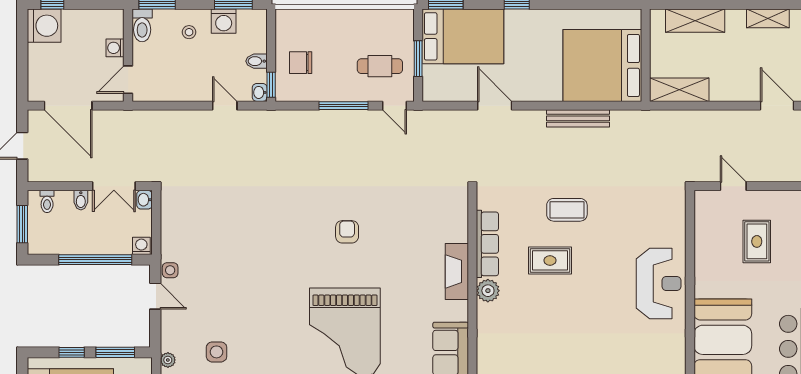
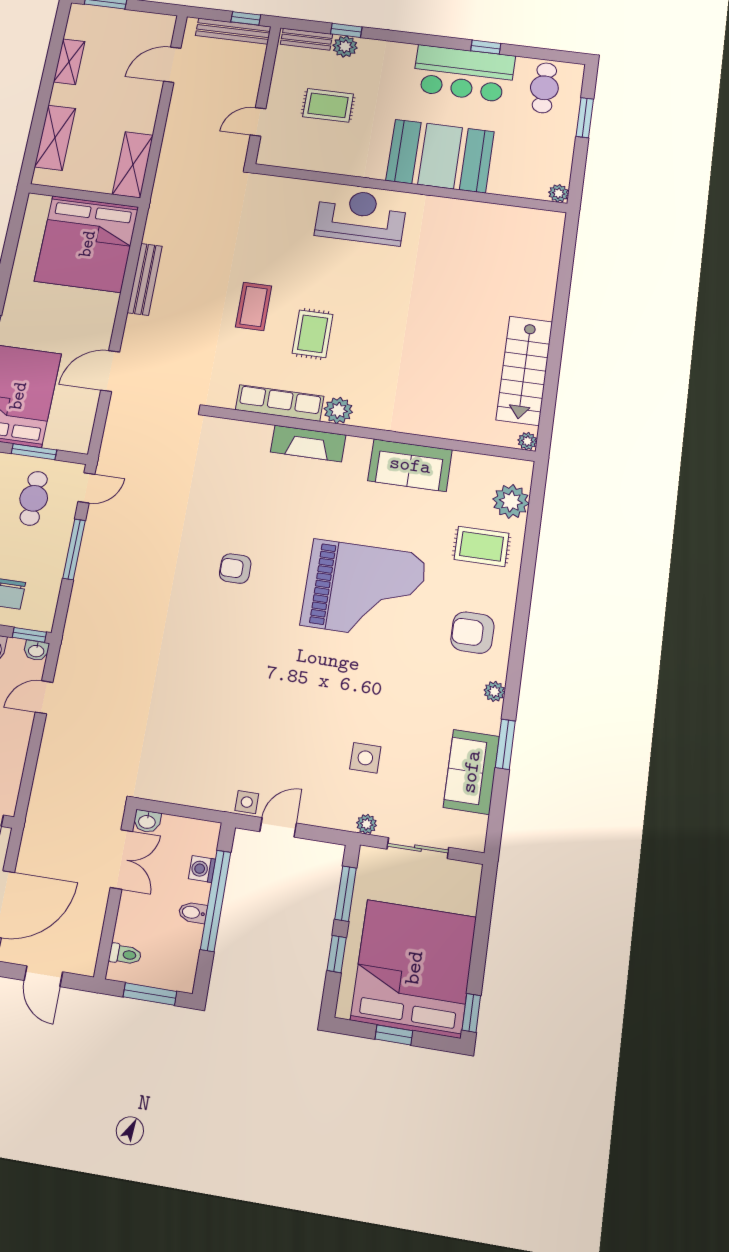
bidet: (81, 200) -> (193, 913), moved, turned 180
washing machine: (141, 246) -> (202, 869), moved

